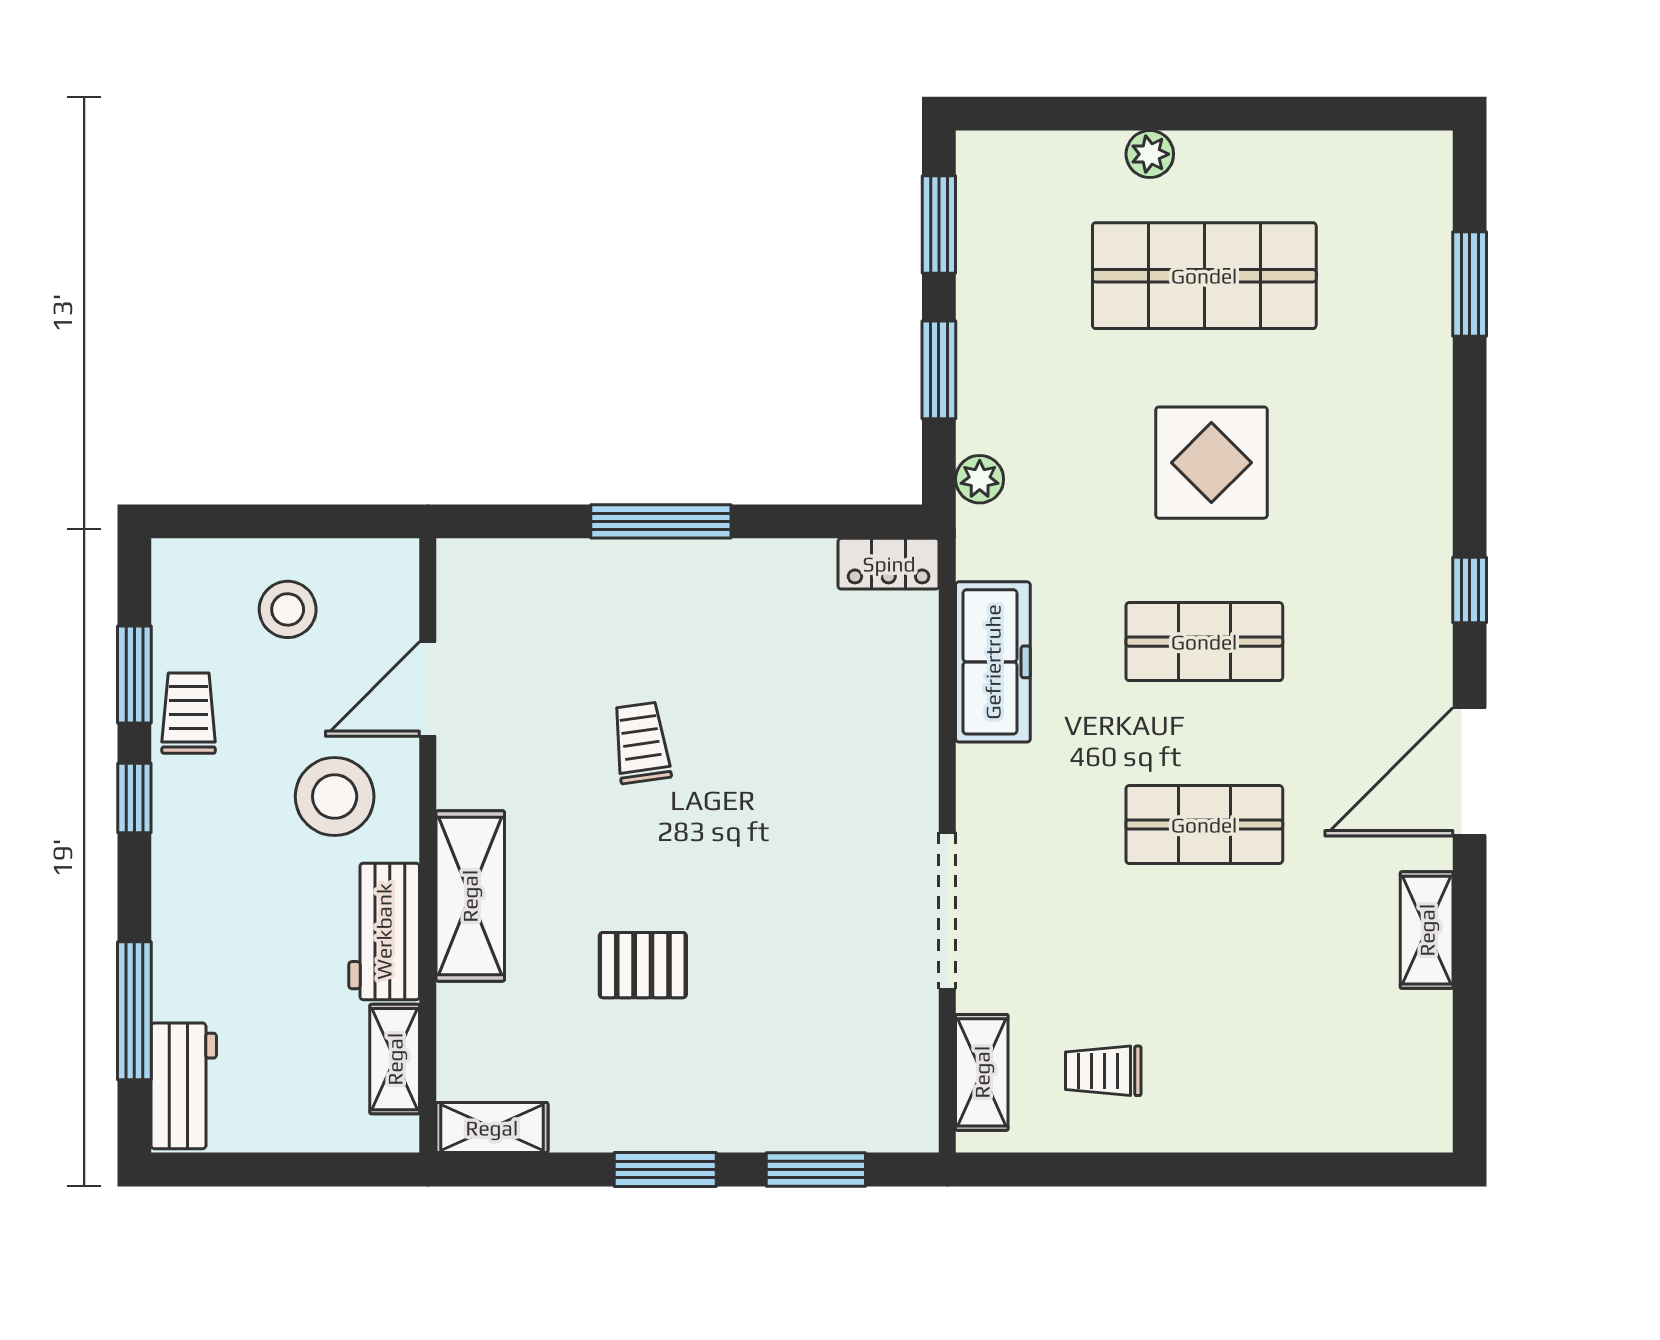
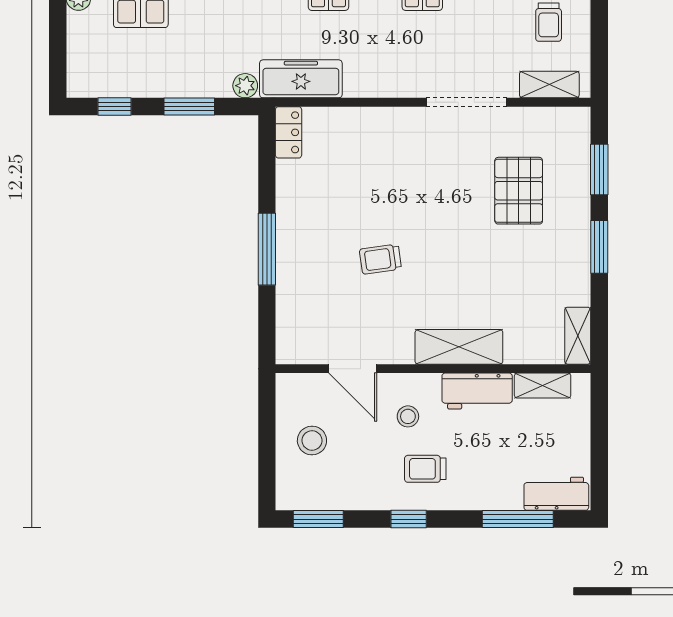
window: (939, 224) -> (115, 107), width x0.67
freezer: (993, 662) -> (301, 79), moved
window: (134, 675) -> (318, 519), moved
trolley: (189, 713) -> (425, 469), moved
stool: (335, 797) -> (408, 416), width x0.53, depth x0.53
pallet: (643, 965) -> (519, 191), moved, width x1.50, depth x1.42

